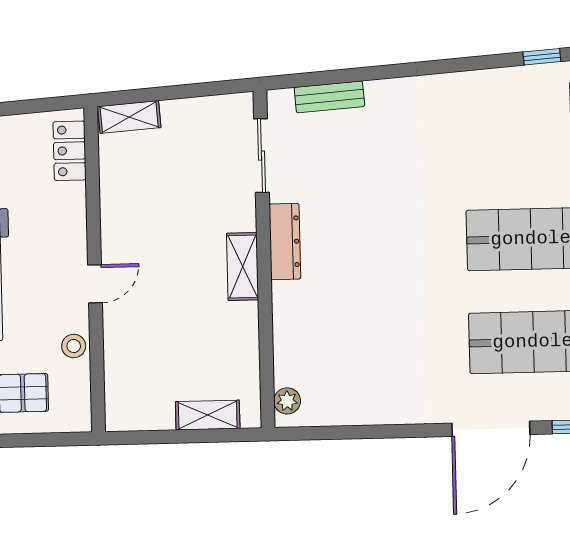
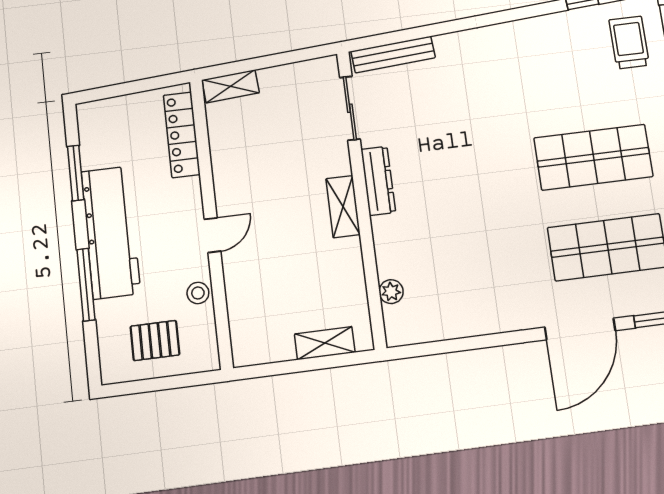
bench: (329, 97) -> (393, 55), width x1.36
locker: (69, 151) -> (182, 135), width x1.53
plant: (287, 401) -> (391, 292), moved

